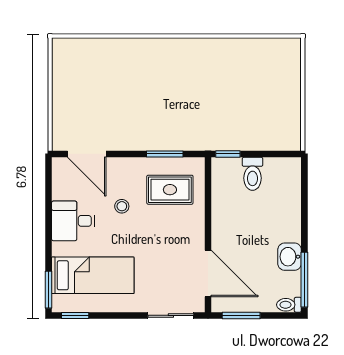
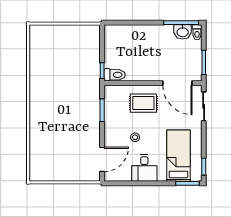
toilet: (253, 174) -> (115, 75), moved
rug: (170, 190) -> (143, 103), moved, turned 90
washbasin: (290, 257) -> (183, 32), moved
door: (208, 274) -> (177, 83), swing flipped

